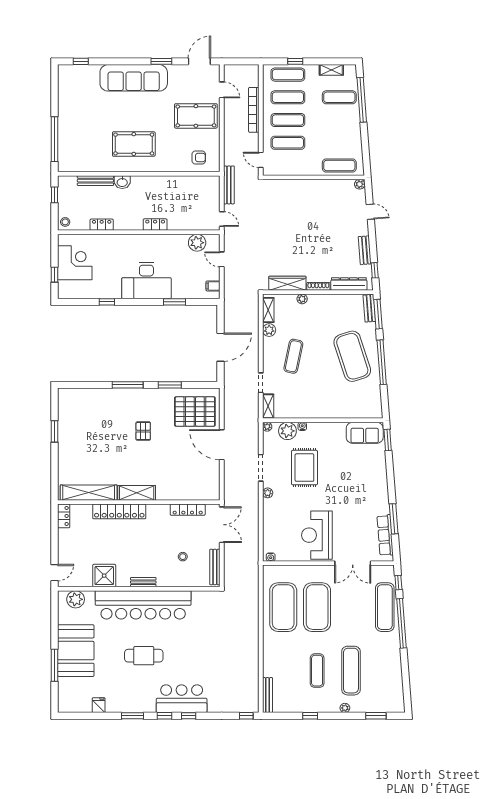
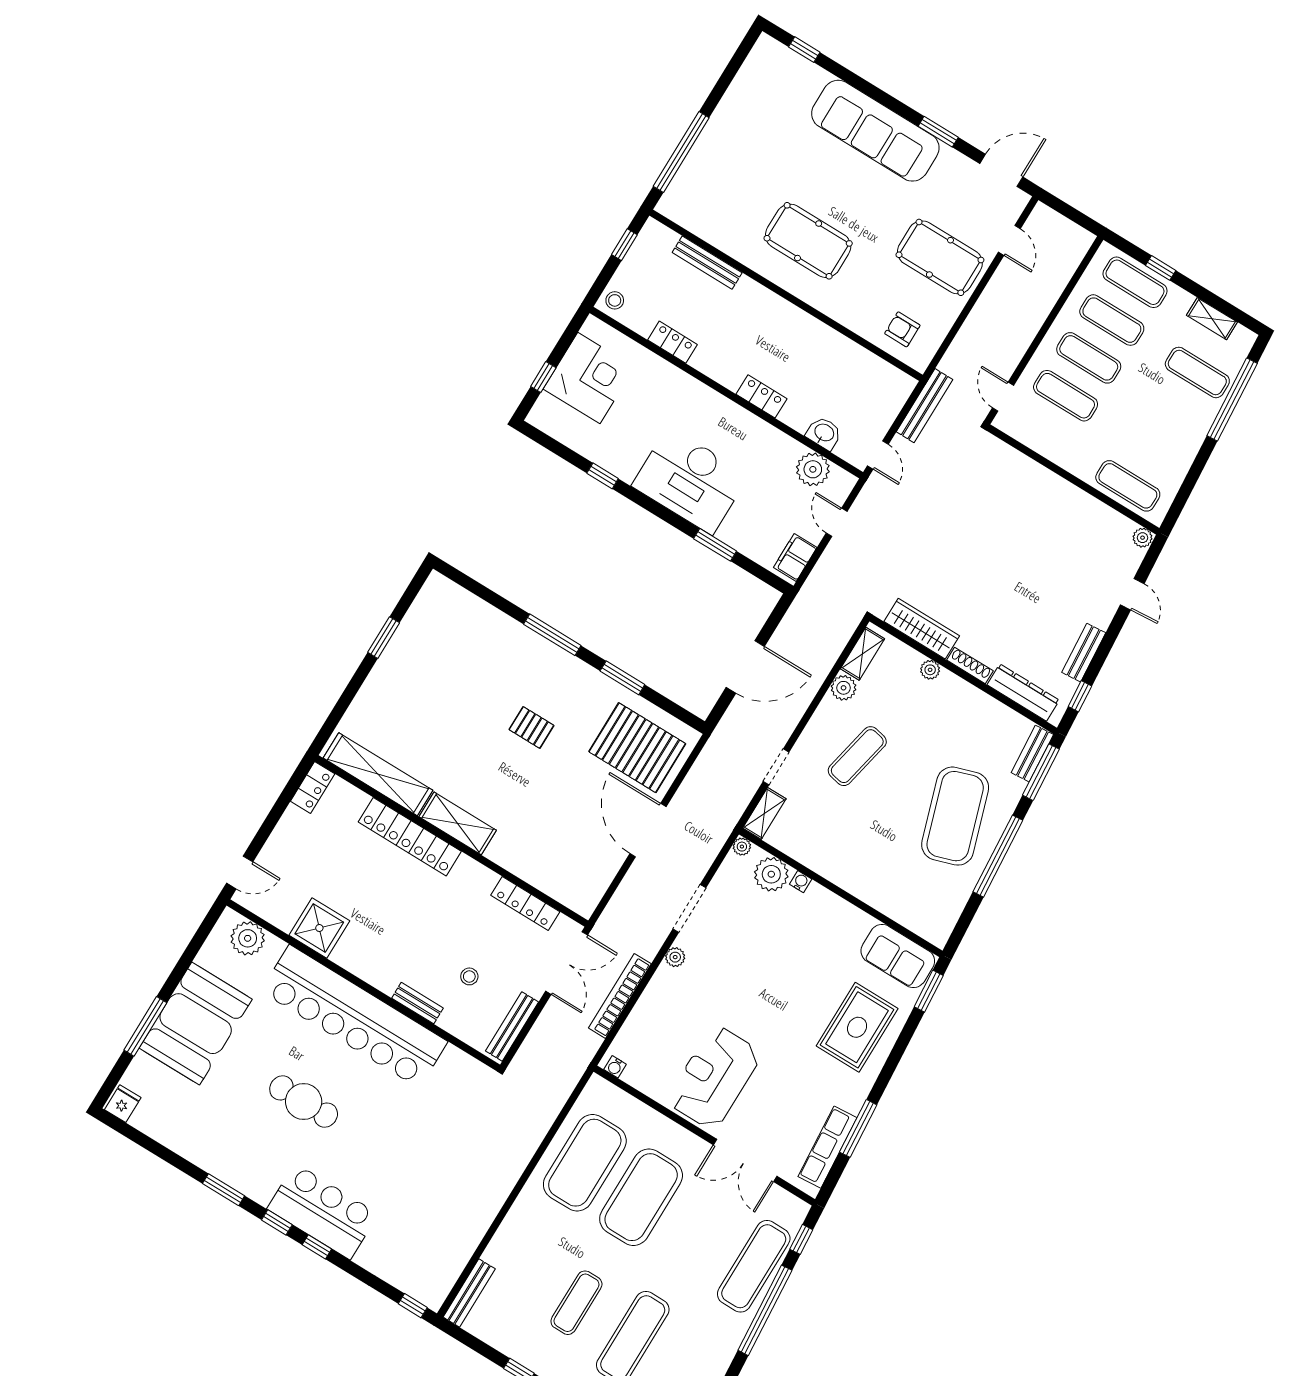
bookcase: (254, 110) -> (620, 996), moved
armchair: (199, 157) -> (902, 329), turned 180
washbasin: (122, 182) -> (824, 433), moved, turned 180
filing cabinet: (213, 286) -> (795, 557), width x2.00
pallet: (143, 431) -> (531, 727), turned 90
rug: (304, 468) -> (857, 1027), moved
bench: (143, 582) -> (418, 1003), moved
fridge: (99, 705) -> (123, 1104), moved

